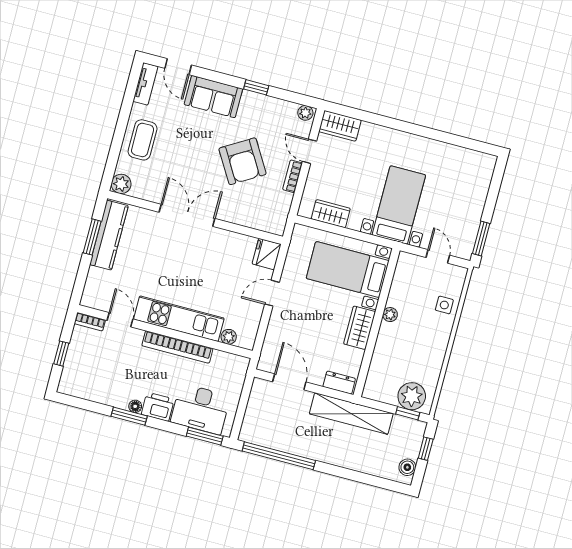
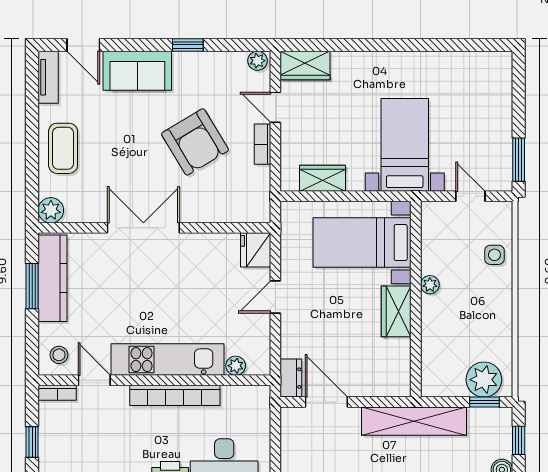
stool: (99, 294) -> (59, 355), added
dresser: (339, 383) -> (291, 378), moved, turned 90

